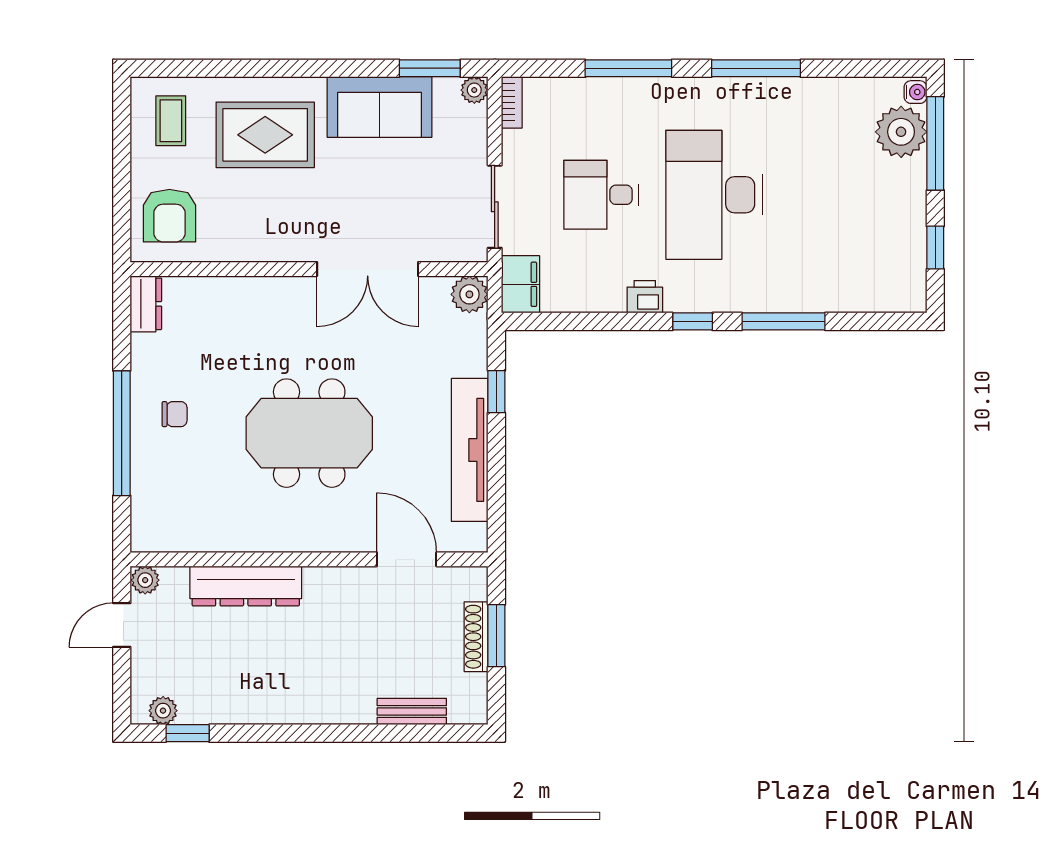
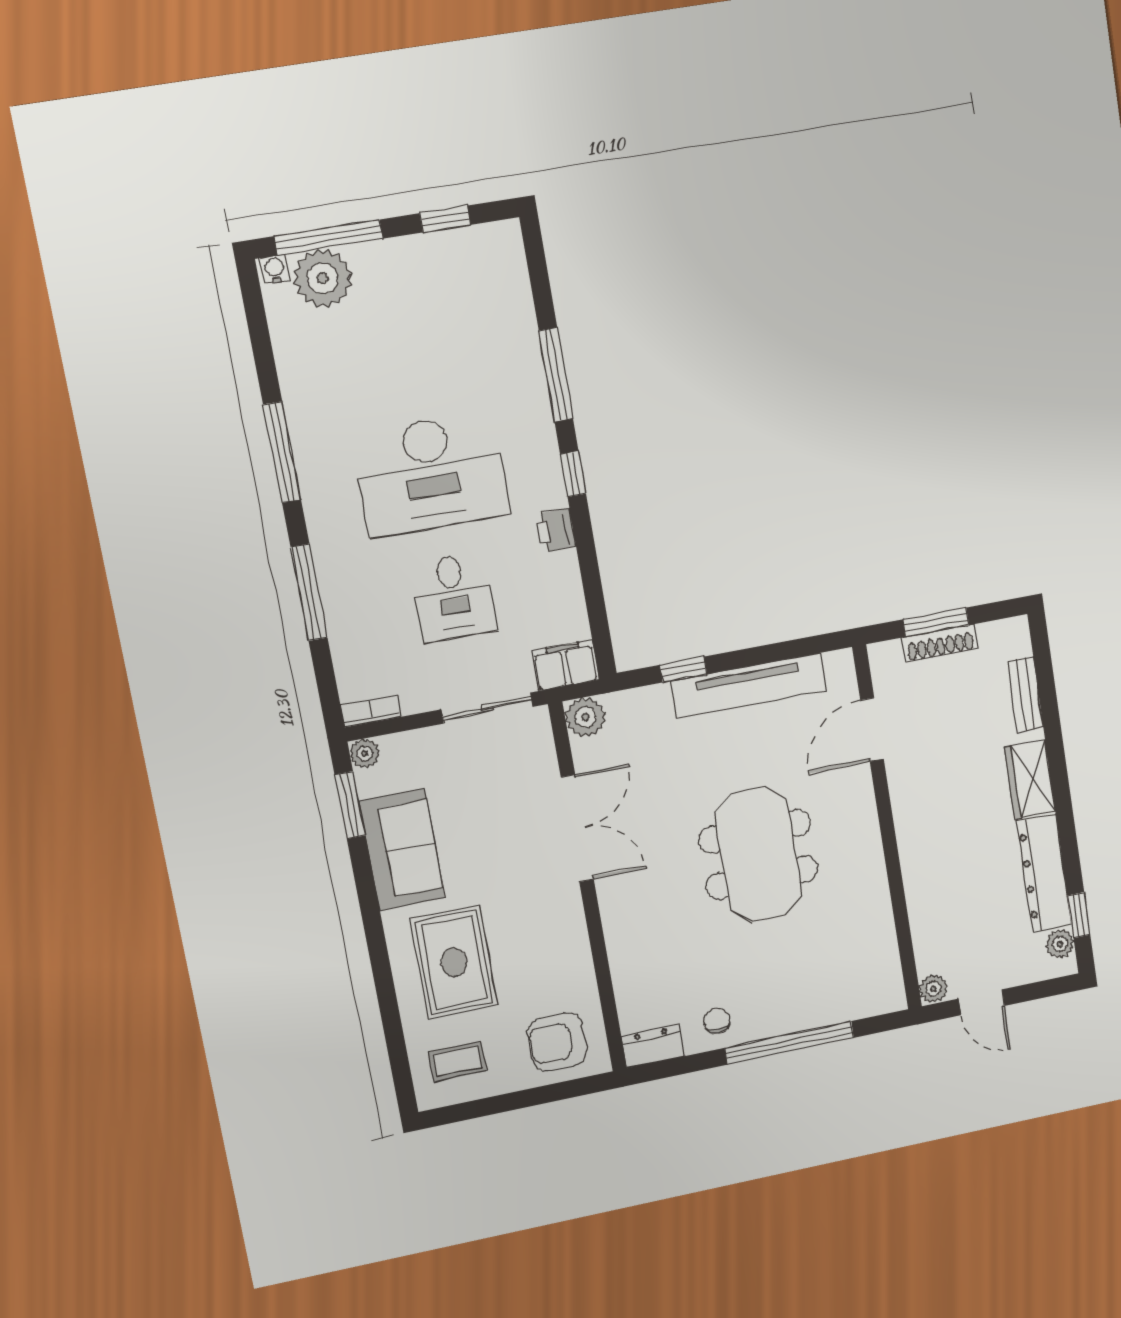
armchair: (169, 216) -> (557, 1042), turned 180
chair: (175, 414) -> (717, 1021), moved
dresser: (246, 586) -> (1044, 873), moved, turned 180
wardrobe: (330, 704) -> (1030, 779), added

